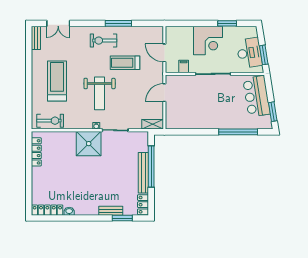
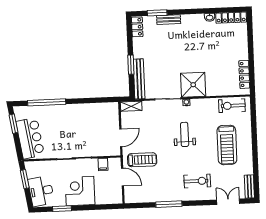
exercise bike: (103, 41) -> (197, 181), moved
desk: (249, 53) -> (41, 191), moved
treadmill: (125, 63) -> (142, 160), moved
weight bench: (100, 93) -> (185, 134), width x0.73, depth x0.75
window: (151, 166) -> (131, 65), width x0.47
bench: (143, 173) -> (139, 79), moved

